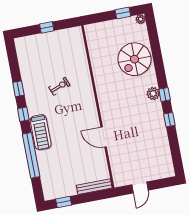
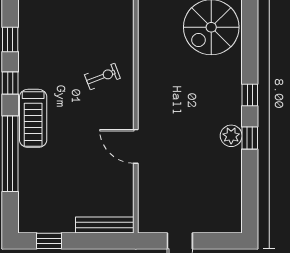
exercise bike: (59, 86) -> (102, 76), moved
plant: (153, 94) -> (231, 136), moved

